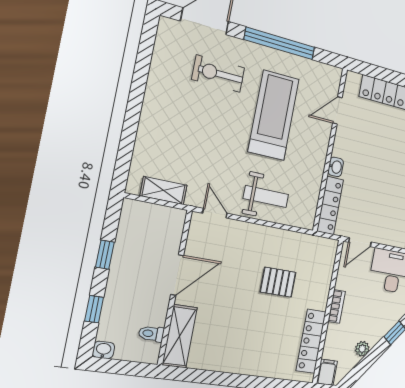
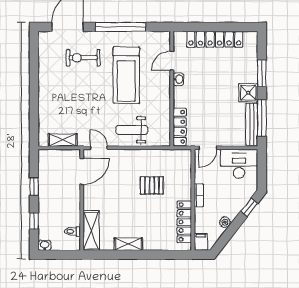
treadmill: (274, 115) -> (126, 75), turned 180
washbasin: (336, 167) -> (178, 79), moved
weight bench: (266, 196) -> (132, 130), turned 180
door: (177, 275) -> (82, 171), moved
shelving: (229, 364) -> (128, 244), added

